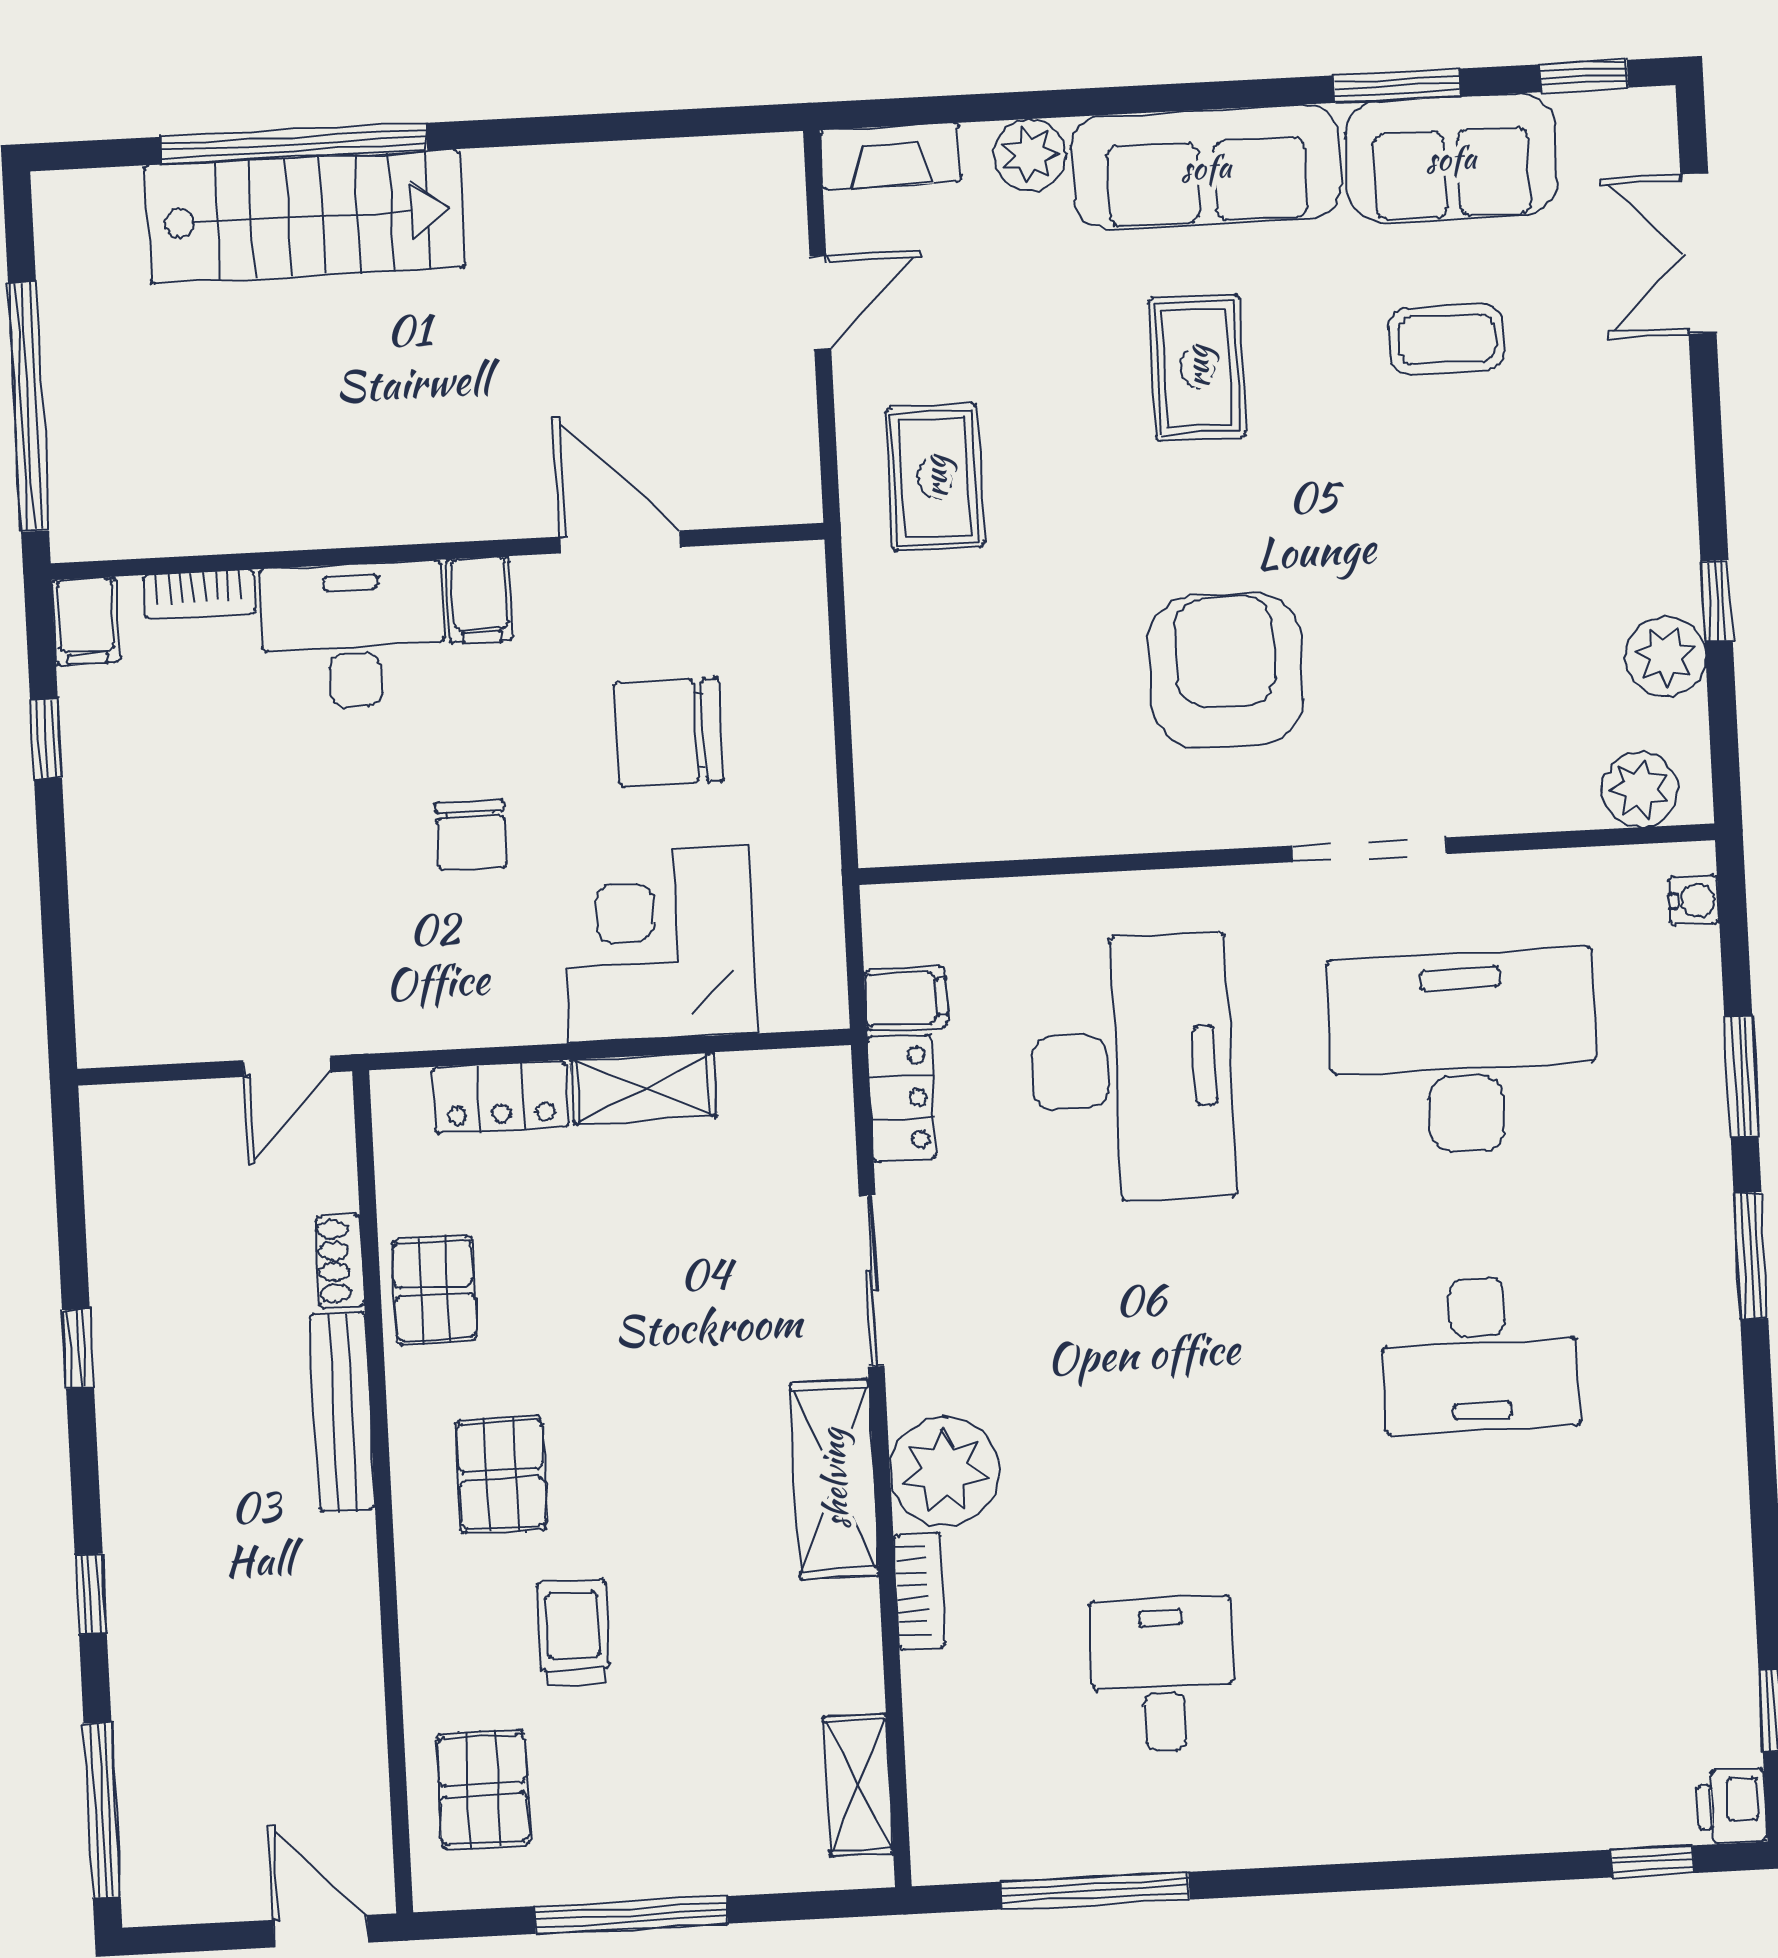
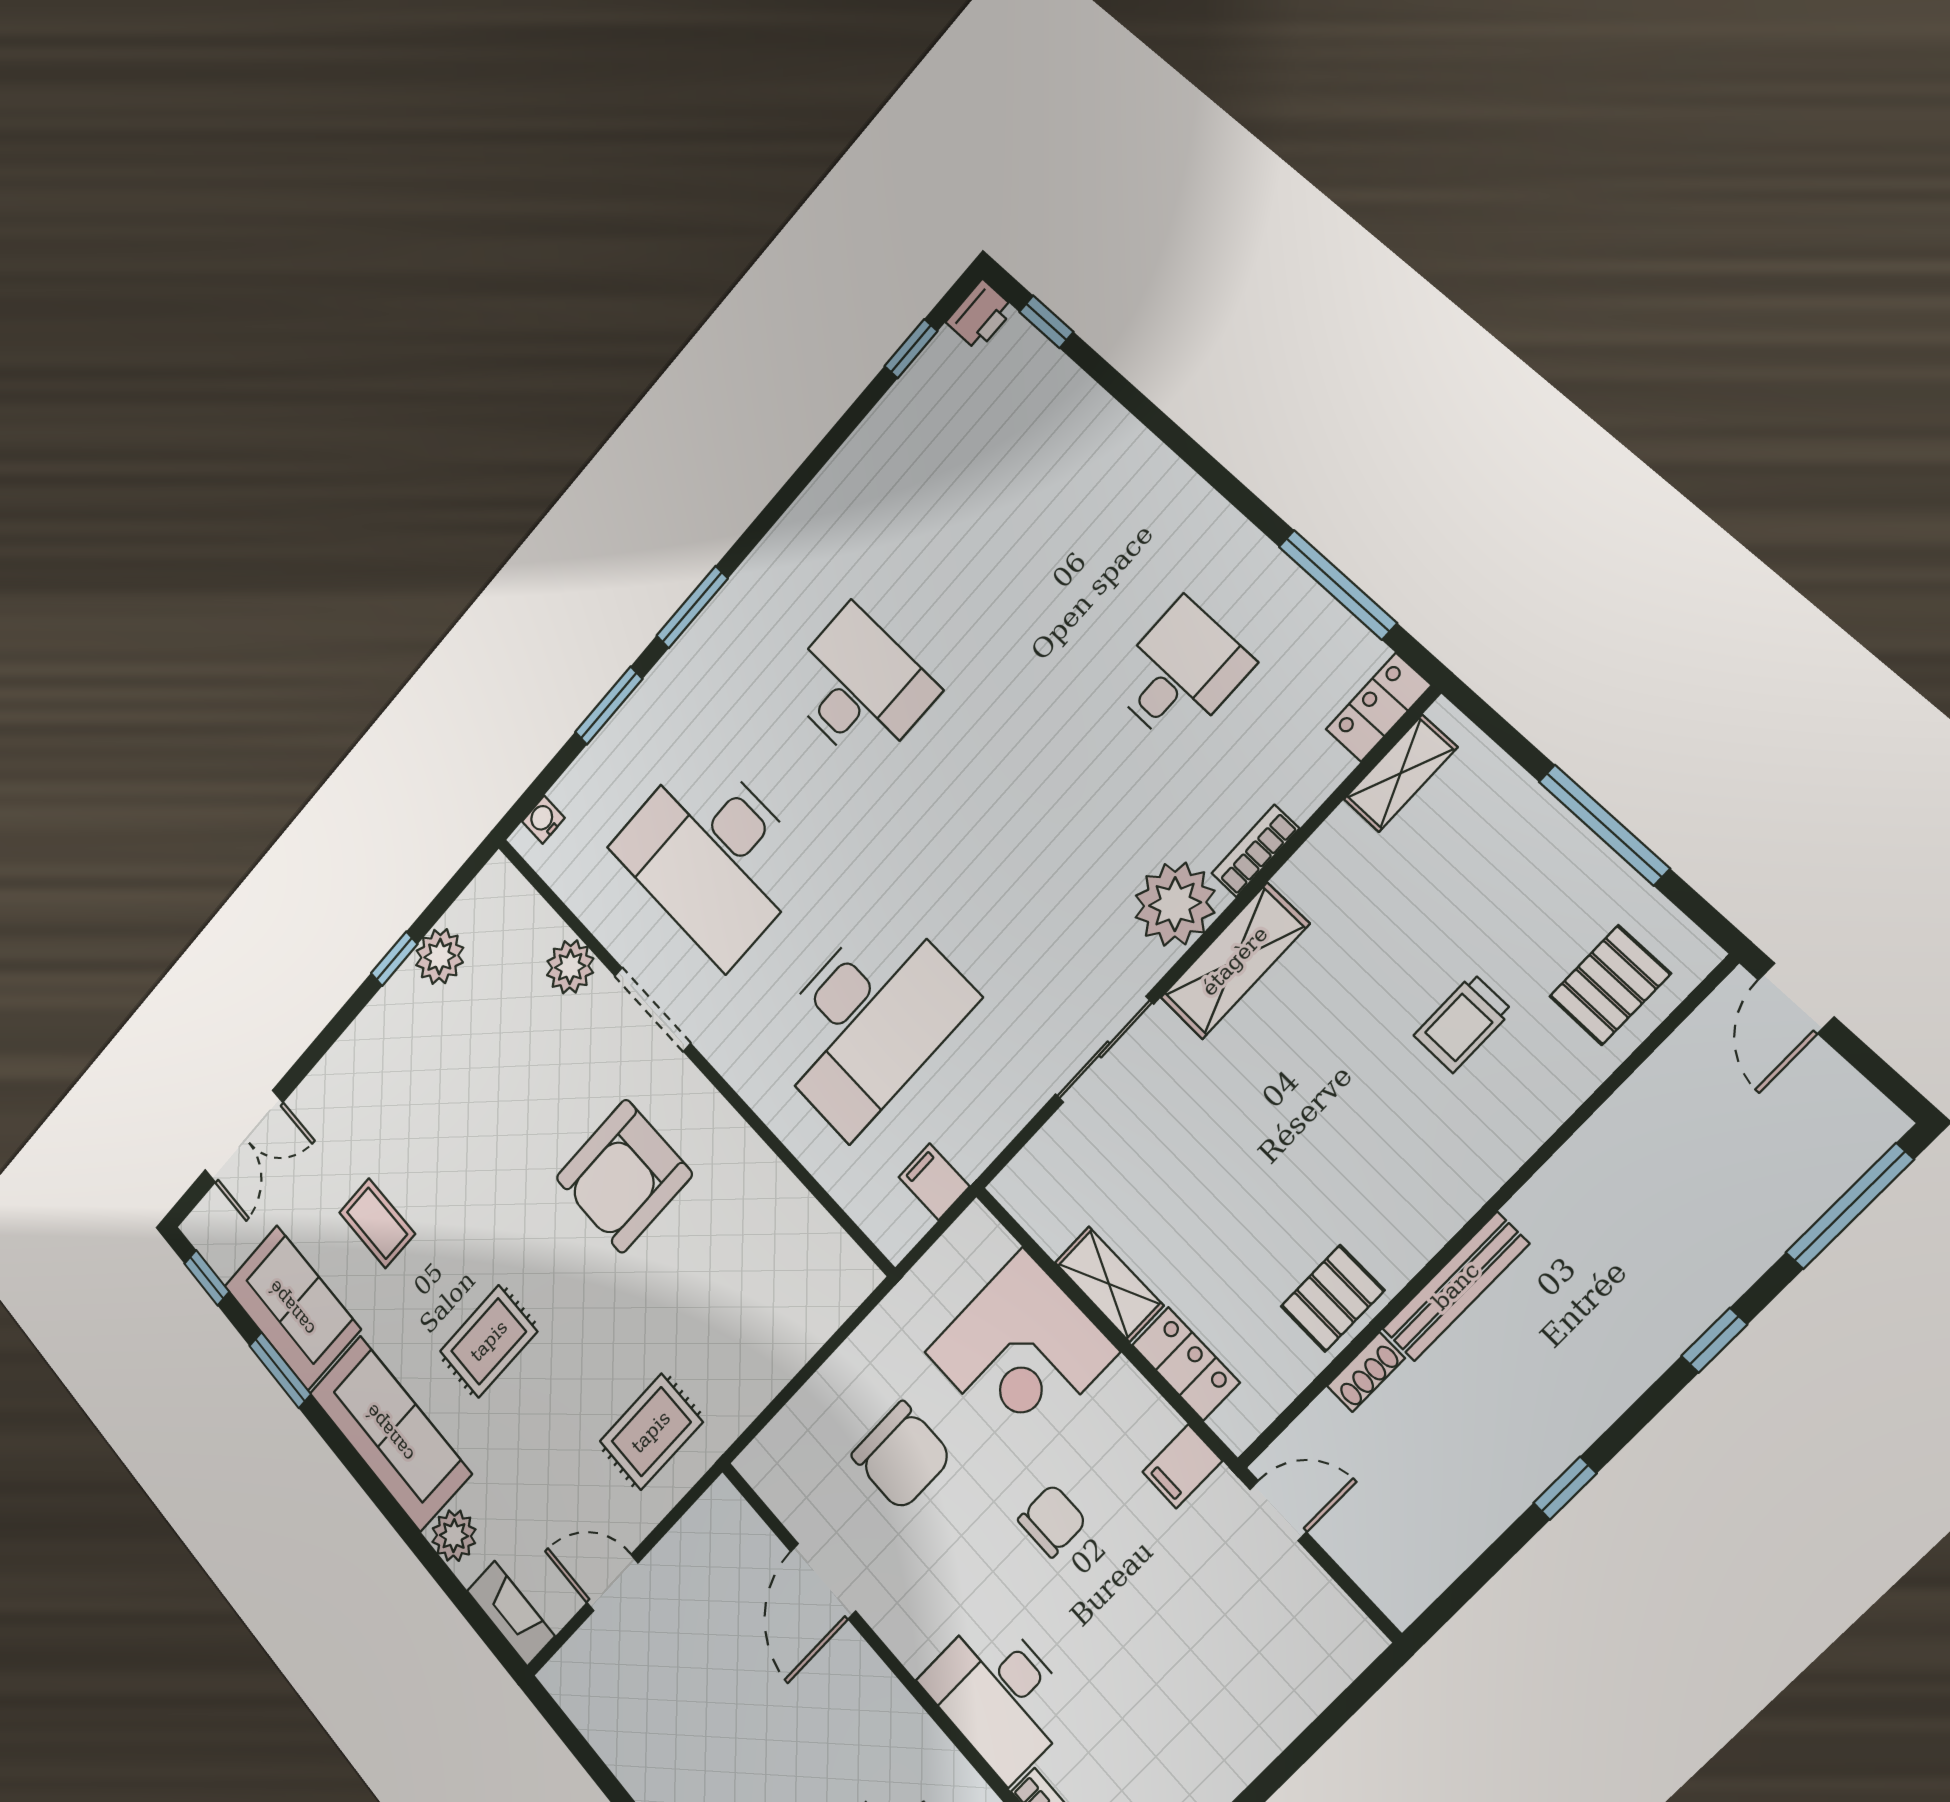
filing cabinet: (480, 600) -> (1182, 1466), moved, turned 180
plant: (1640, 789) -> (570, 967), moved
desk: (1131, 1069) -> (868, 1021), turned 180
locker: (902, 1098) -> (1379, 707), moved
pallet: (501, 1474) -> (1407, 1155), removed
desk: (1163, 1675) -> (1180, 673), turned 180

